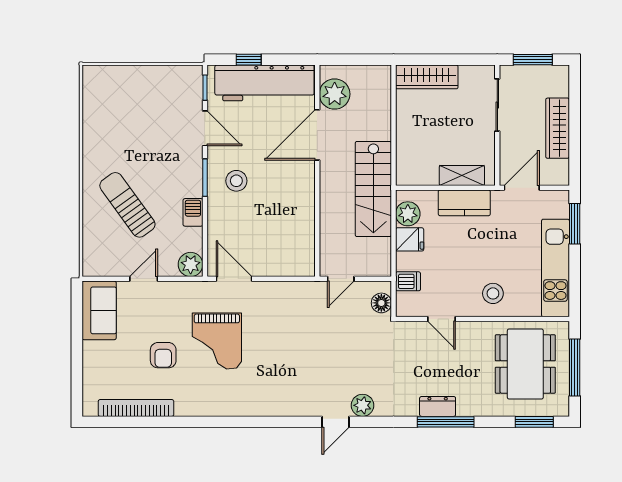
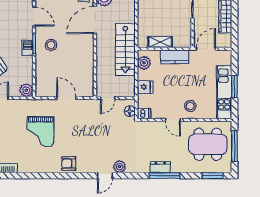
shelving: (462, 175) -> (160, 42), moved
barbecue: (193, 212) -> (28, 48), moved
window: (575, 224) -> (234, 87), moved
fridge: (410, 239) -> (145, 87), moved
door: (234, 279) -> (66, 98), moved
dishwasher: (408, 281) -> (144, 114), moved
door: (442, 319) -> (173, 120), moved
armchair: (163, 355) -> (69, 164), moved, turned 90
dining table: (525, 364) -> (208, 144), turned 90

